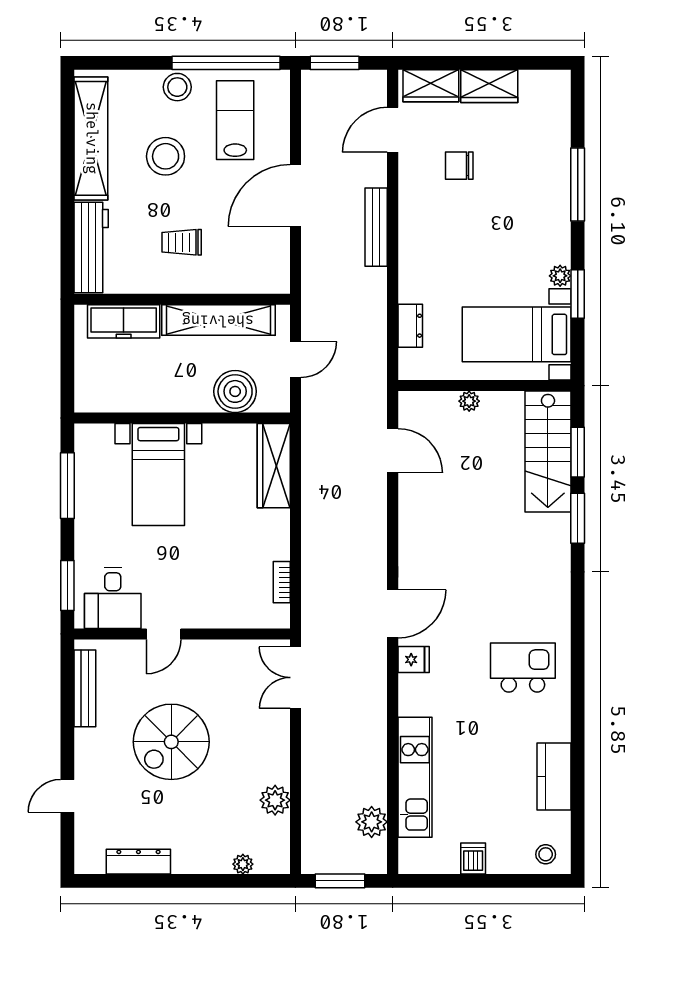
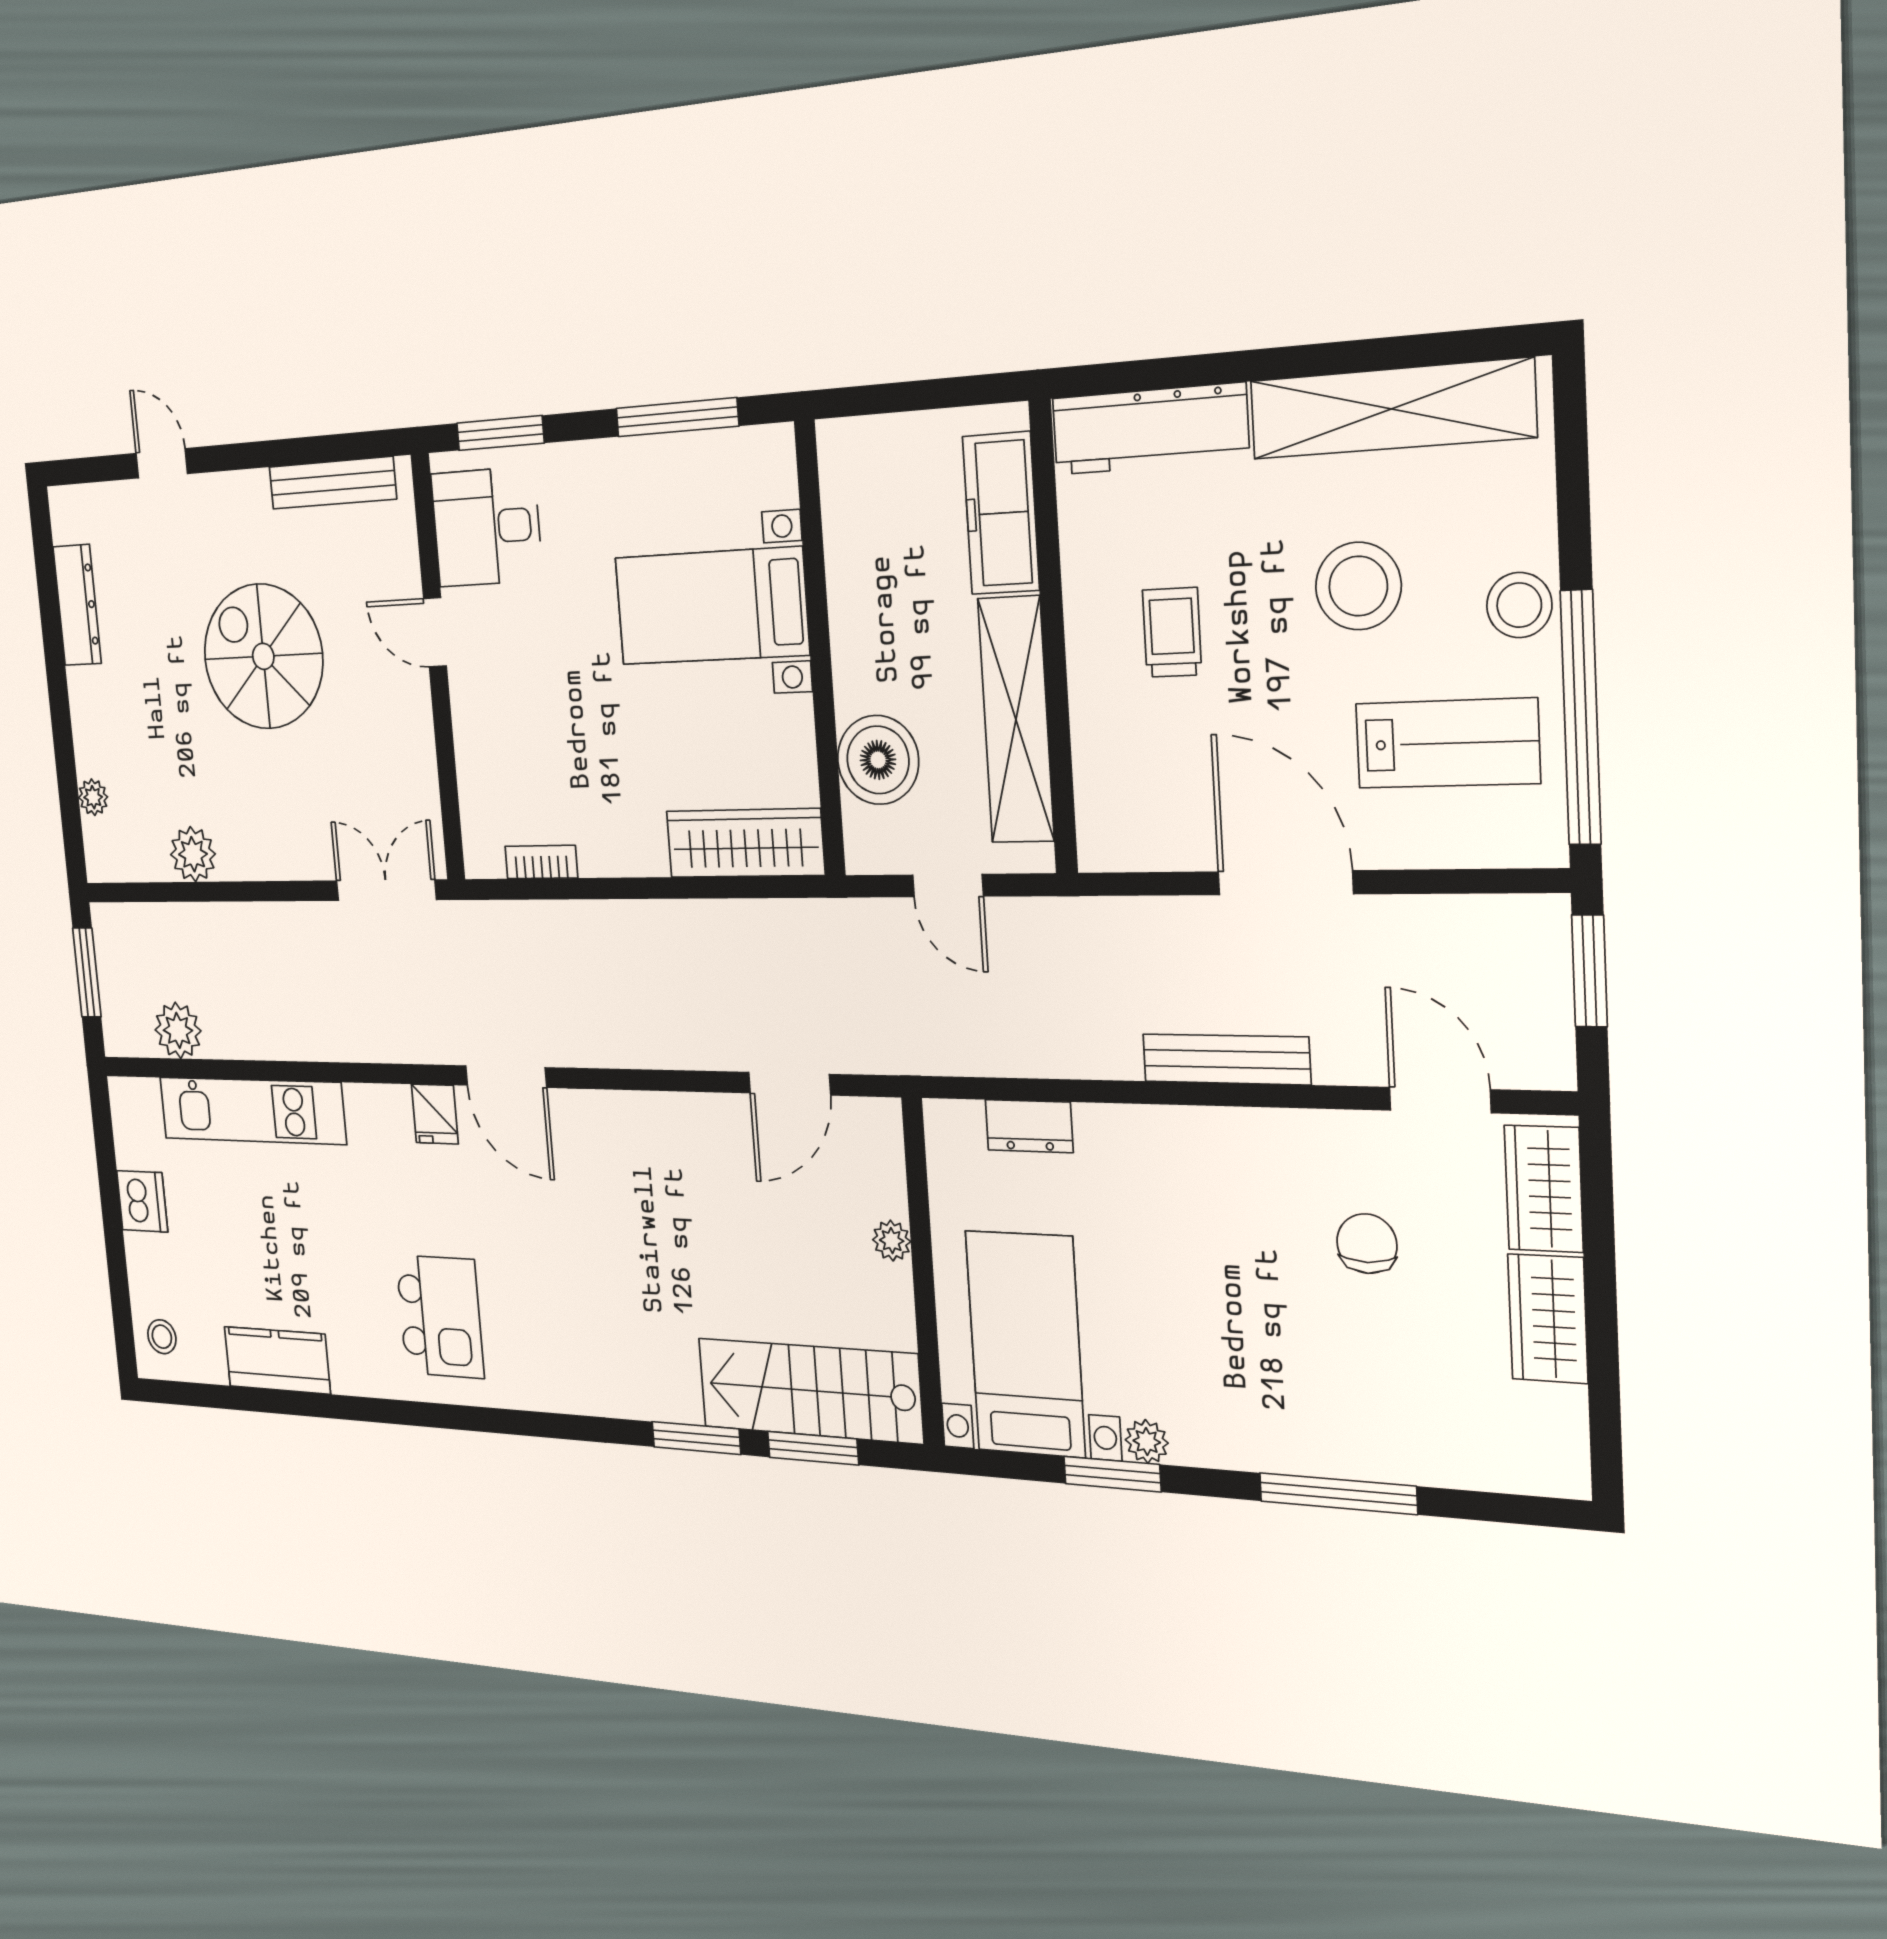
dishwasher: (473, 858) -> (142, 1201), width x1.38

